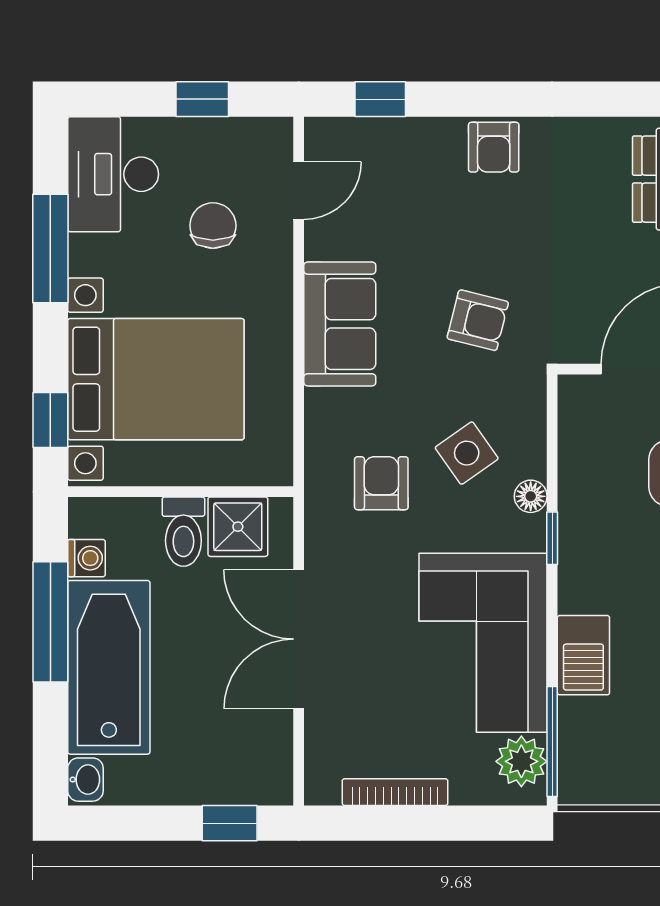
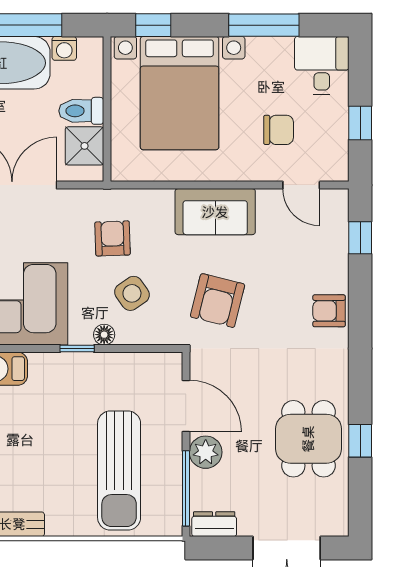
desk: (113, 174) -> (322, 66), width x0.73
armchair: (478, 320) -> (218, 301), width x1.38, depth x1.38
armchair: (381, 483) -> (113, 238), turned -92

